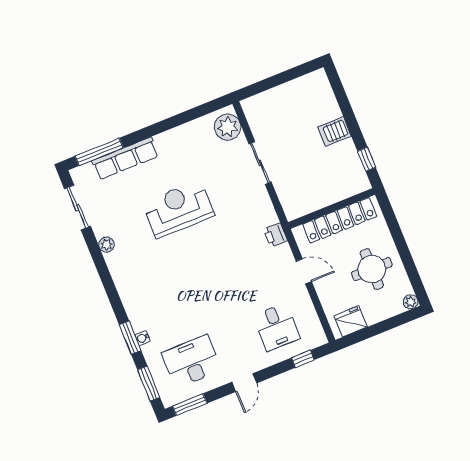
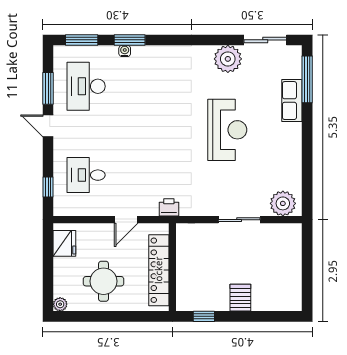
row of seats: (125, 158) -> (292, 101), width x0.68
plant: (107, 245) -> (228, 59), width x1.87, depth x1.87
desk: (191, 361) -> (86, 86), turned 180
window: (190, 405) -> (48, 88), moved

